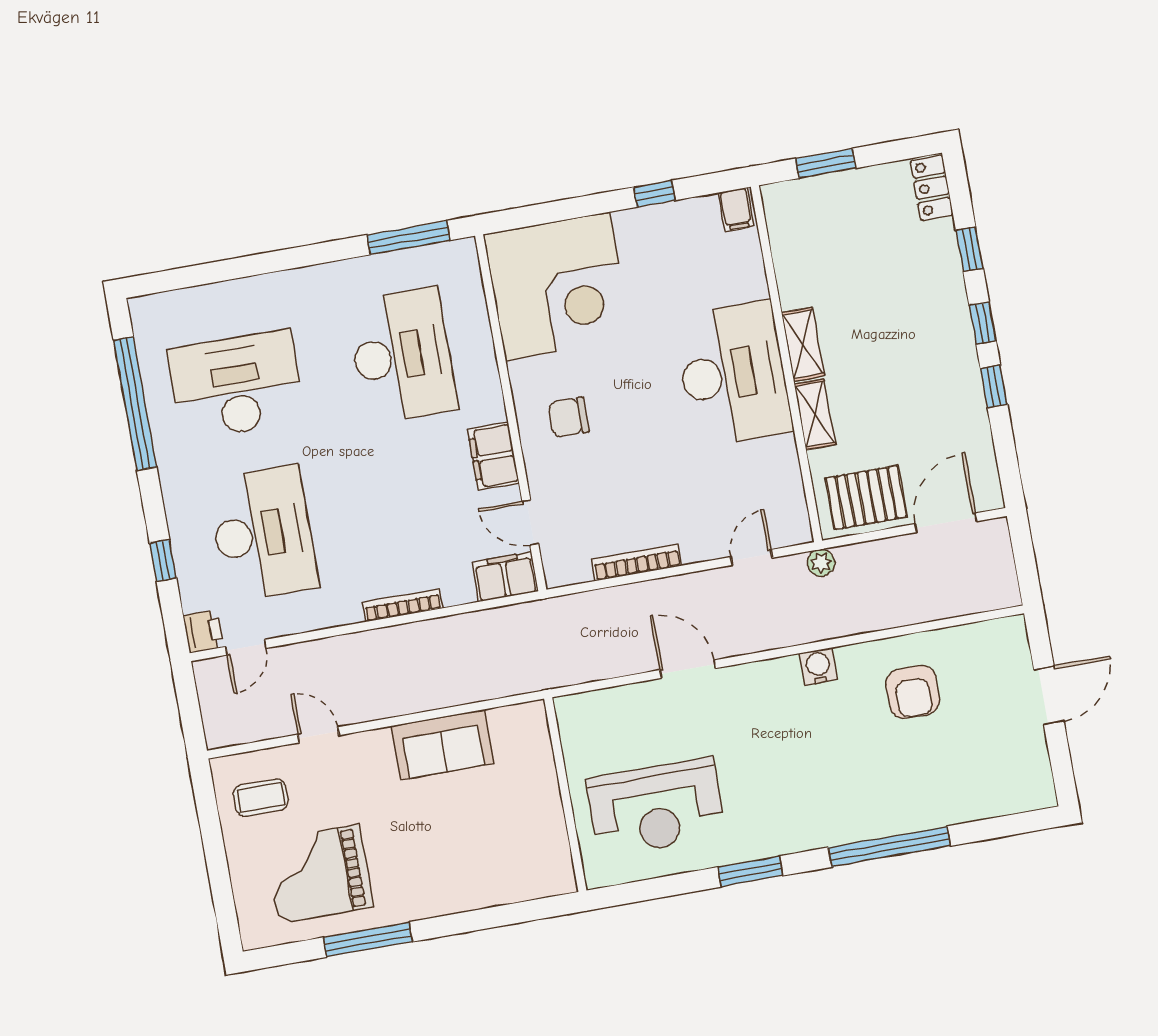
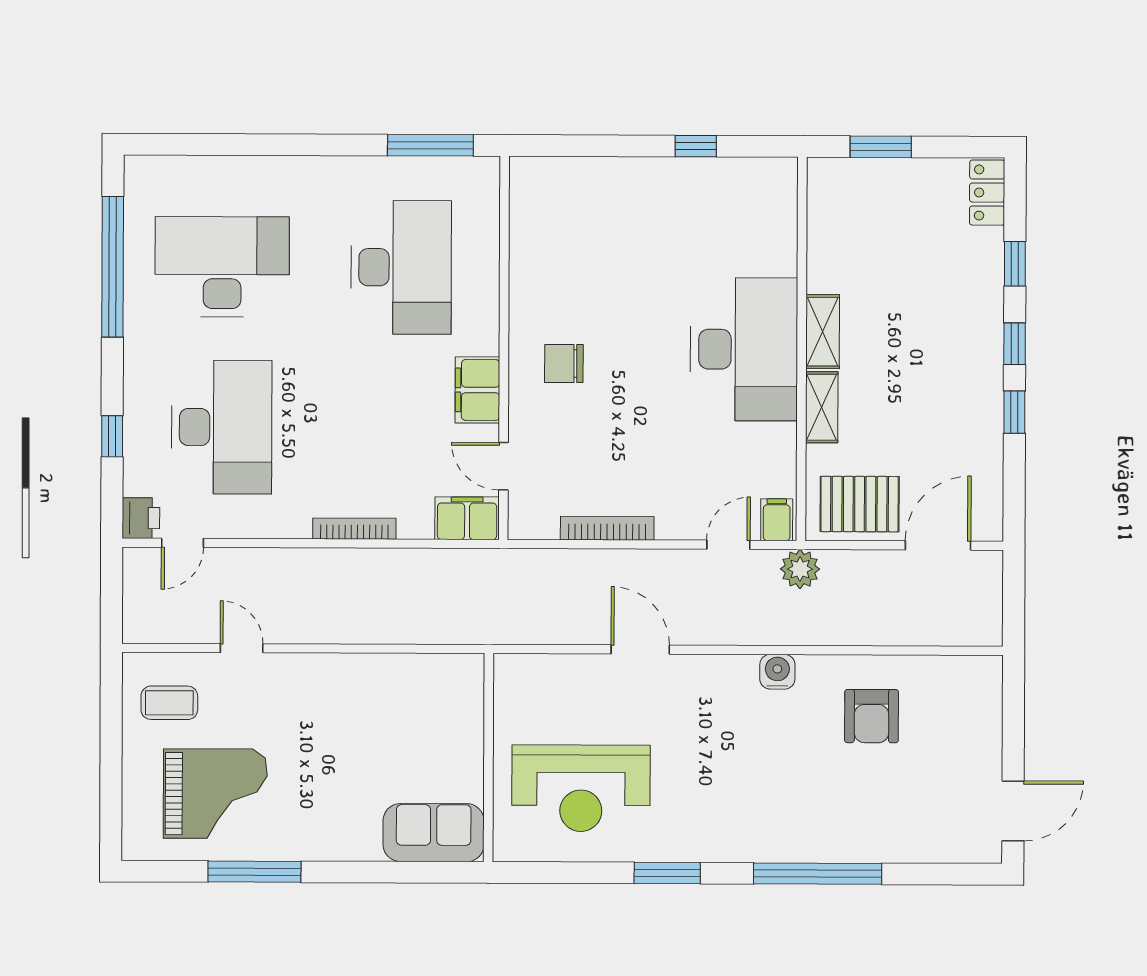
filing cabinet: (736, 209) -> (777, 520), moved, turned 180
corner desk: (557, 286) -> (577, 224), removed
plant: (821, 563) -> (800, 569), width x1.38, depth x1.38
door: (1049, 695) -> (1013, 811), moved
sofa: (442, 745) -> (434, 833), moved, turned 180
grand piano: (318, 874) -> (215, 794), turned 180

